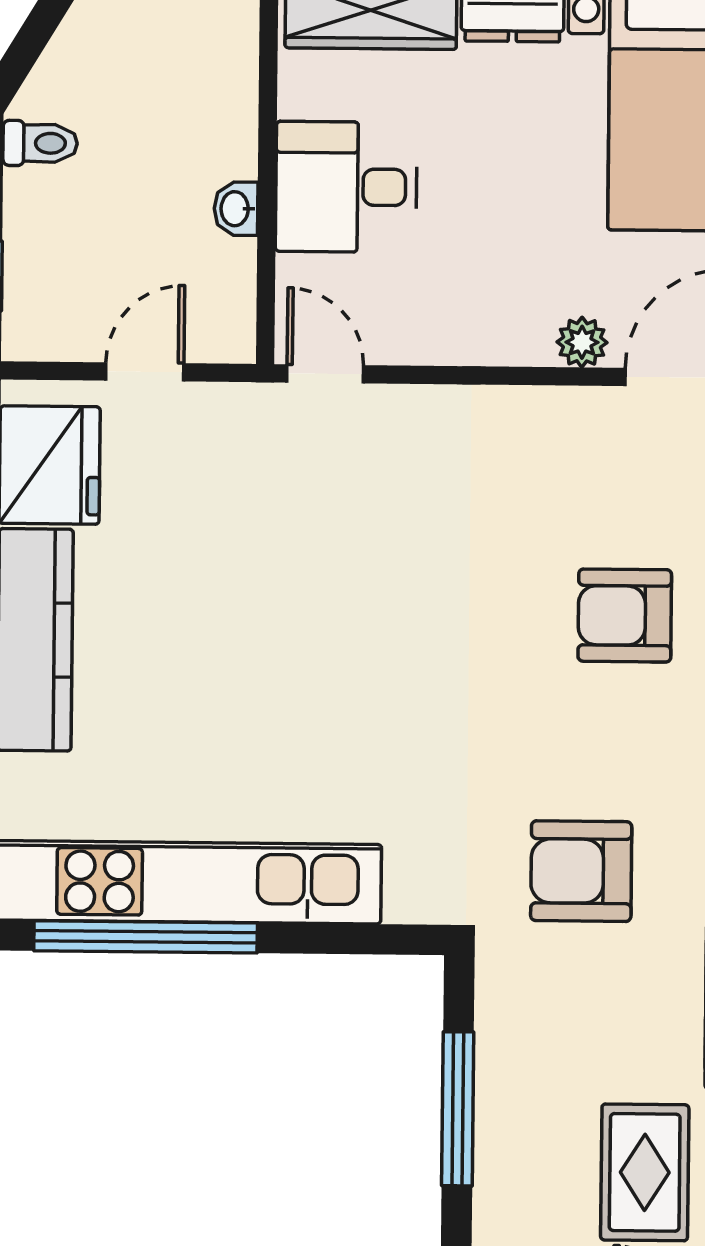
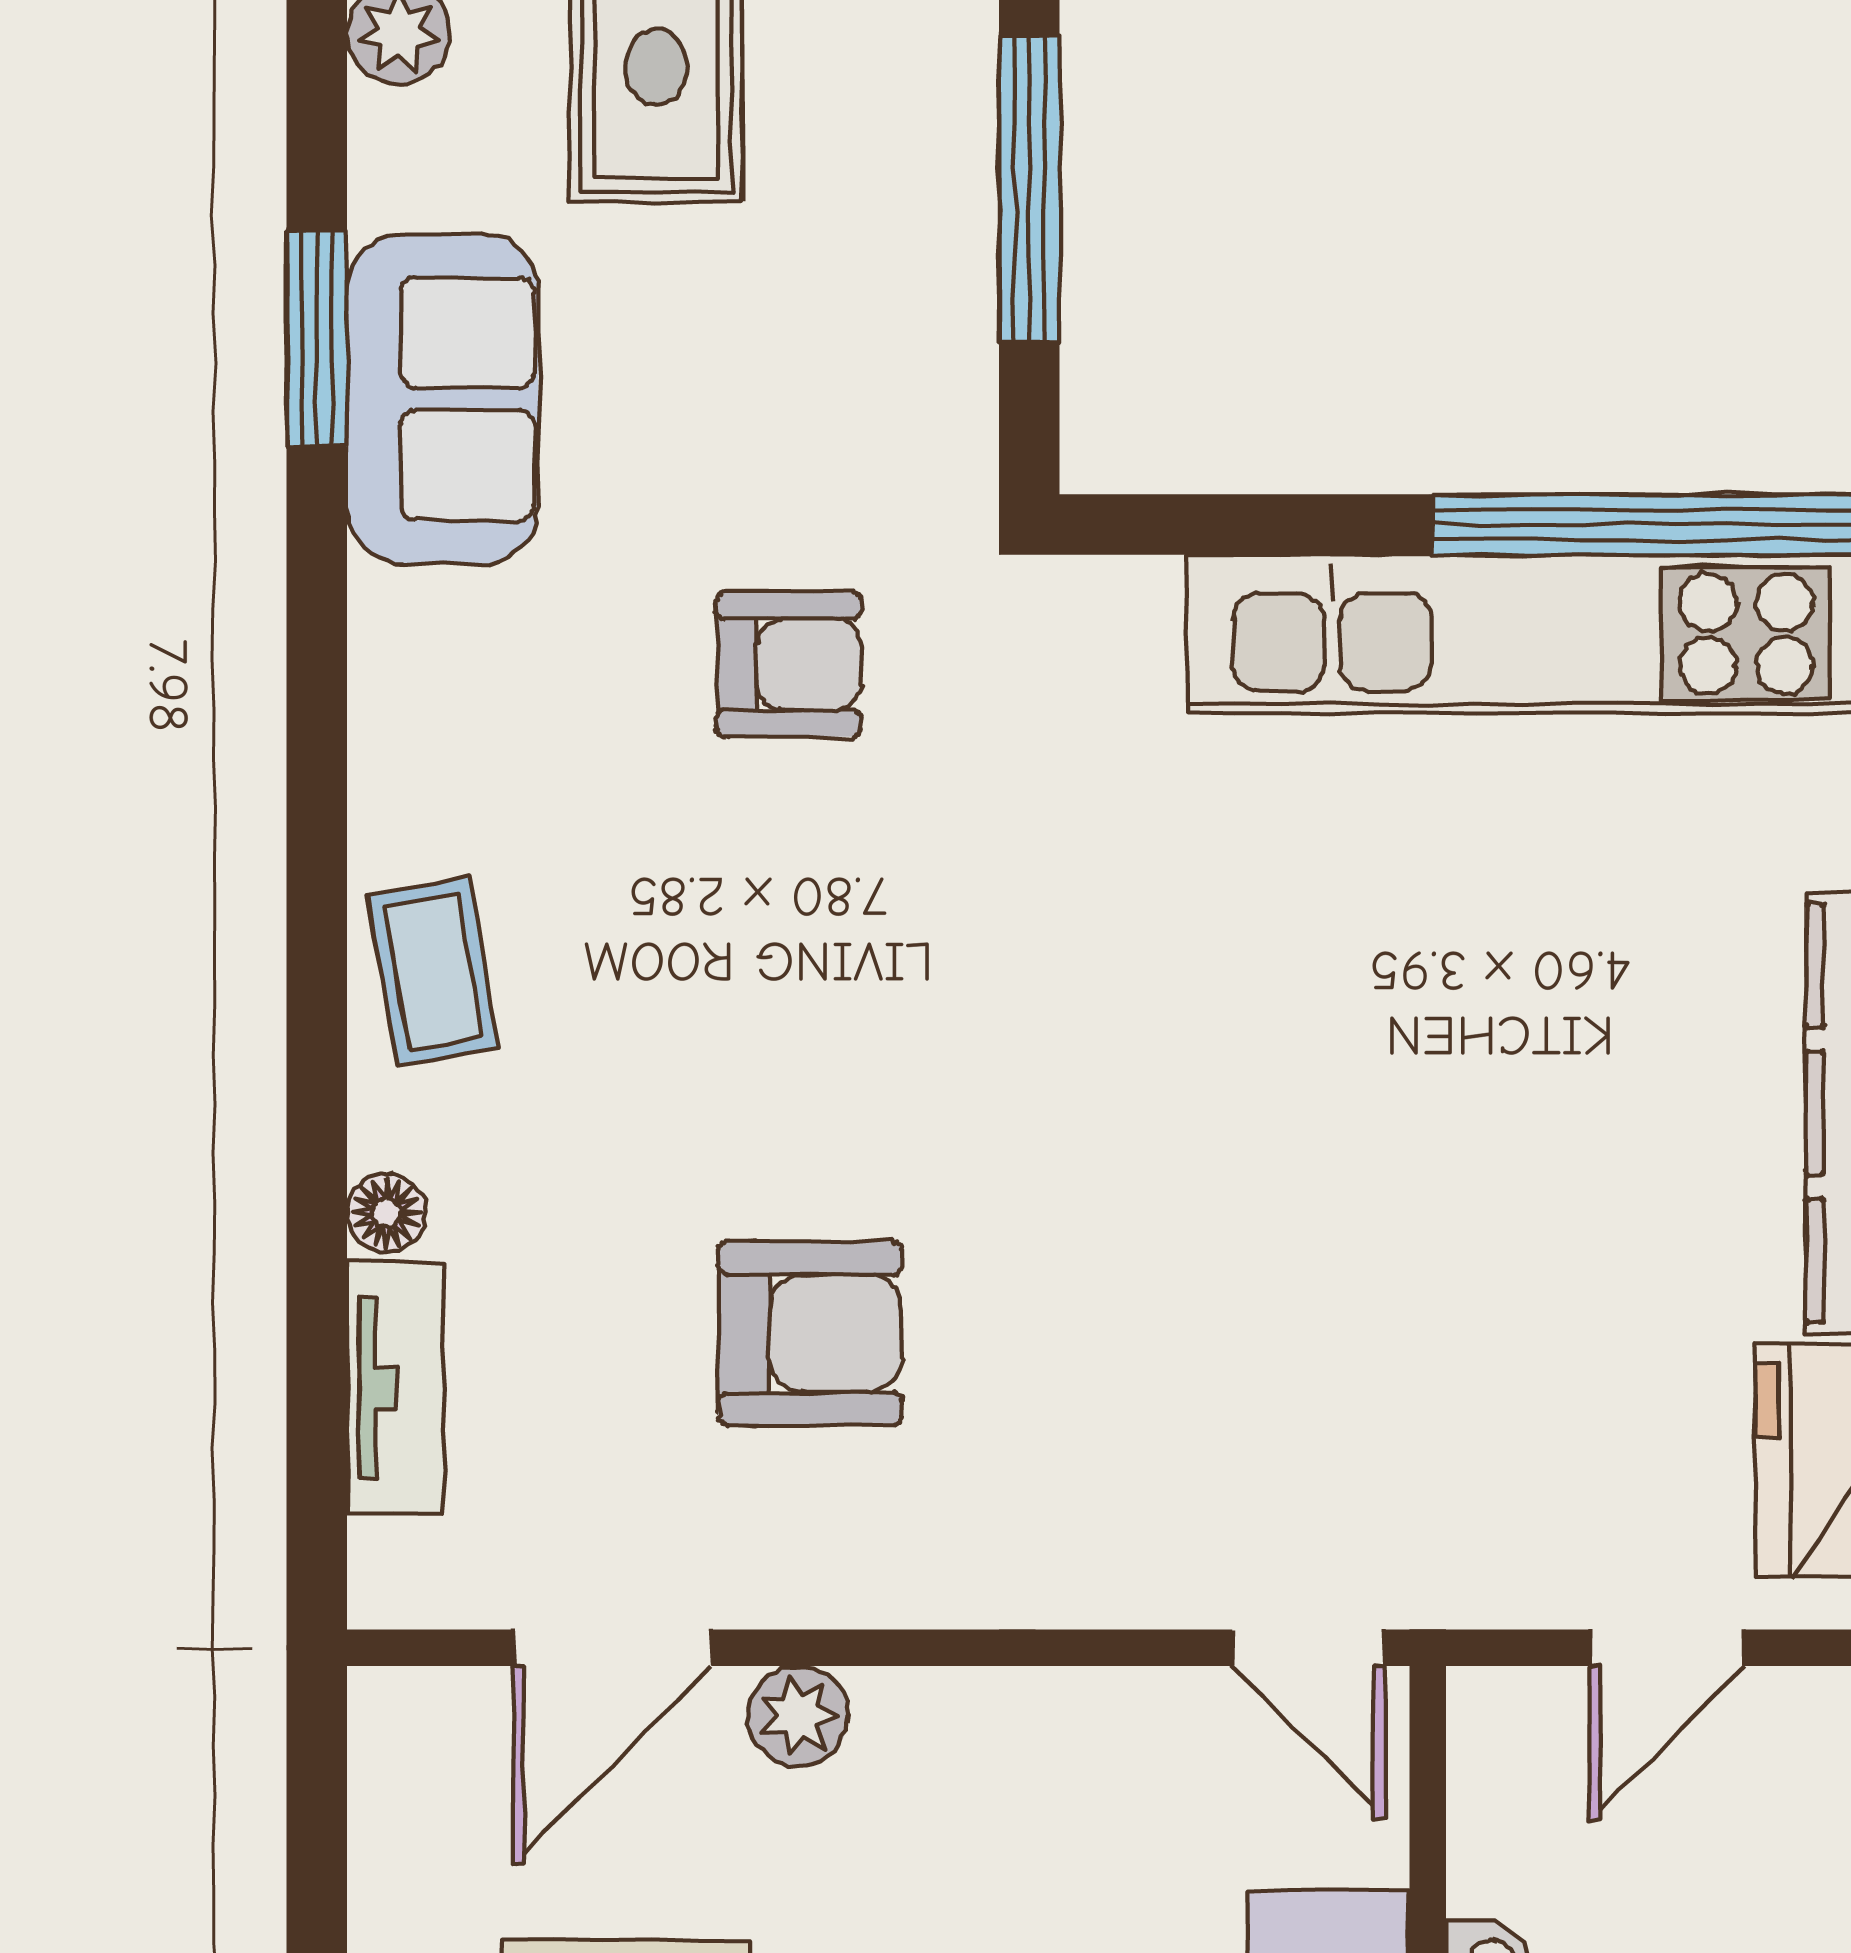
armchair: (625, 615) -> (810, 1333), moved
armchair: (581, 871) -> (789, 664), width x0.72, depth x0.72

